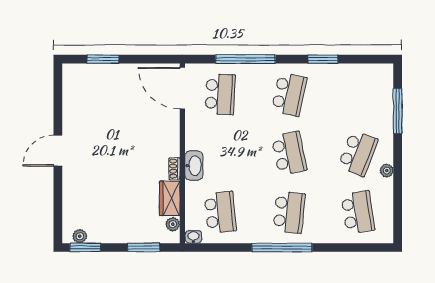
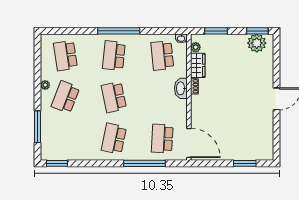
window: (323, 59) -> (57, 163), moved
plant: (80, 236) -> (257, 43), width x1.87, depth x1.87

